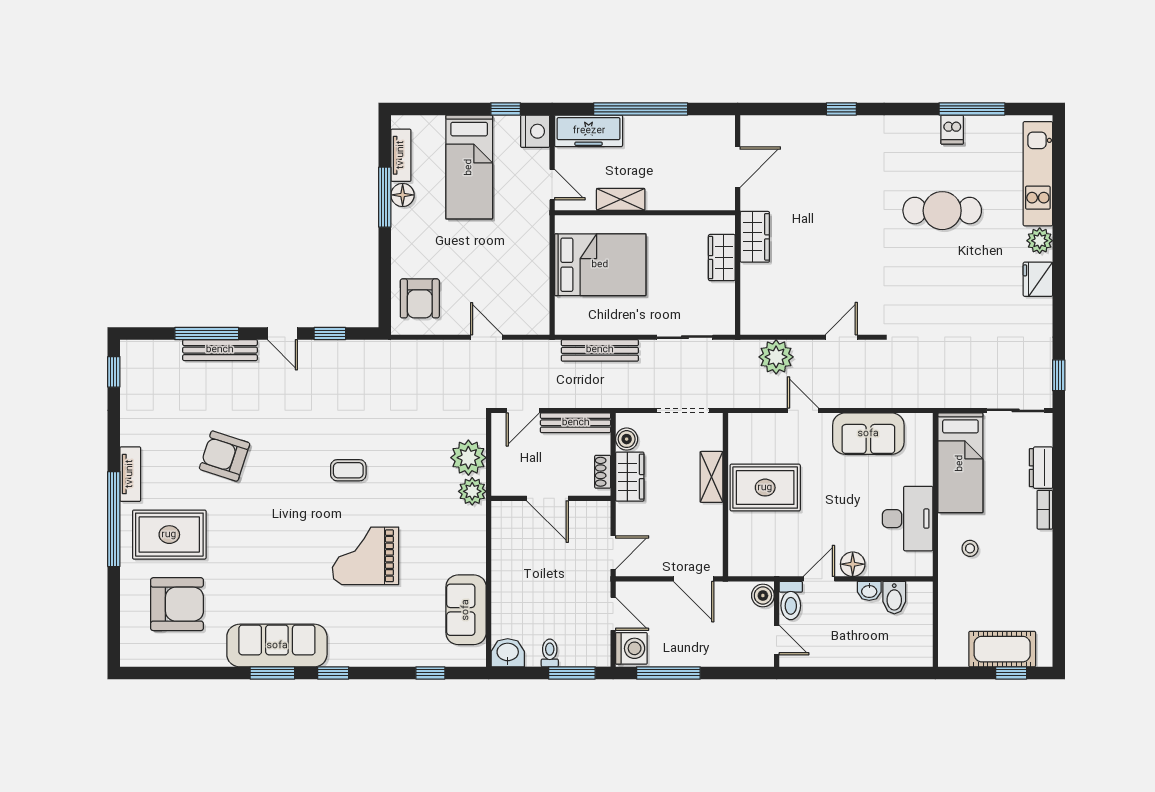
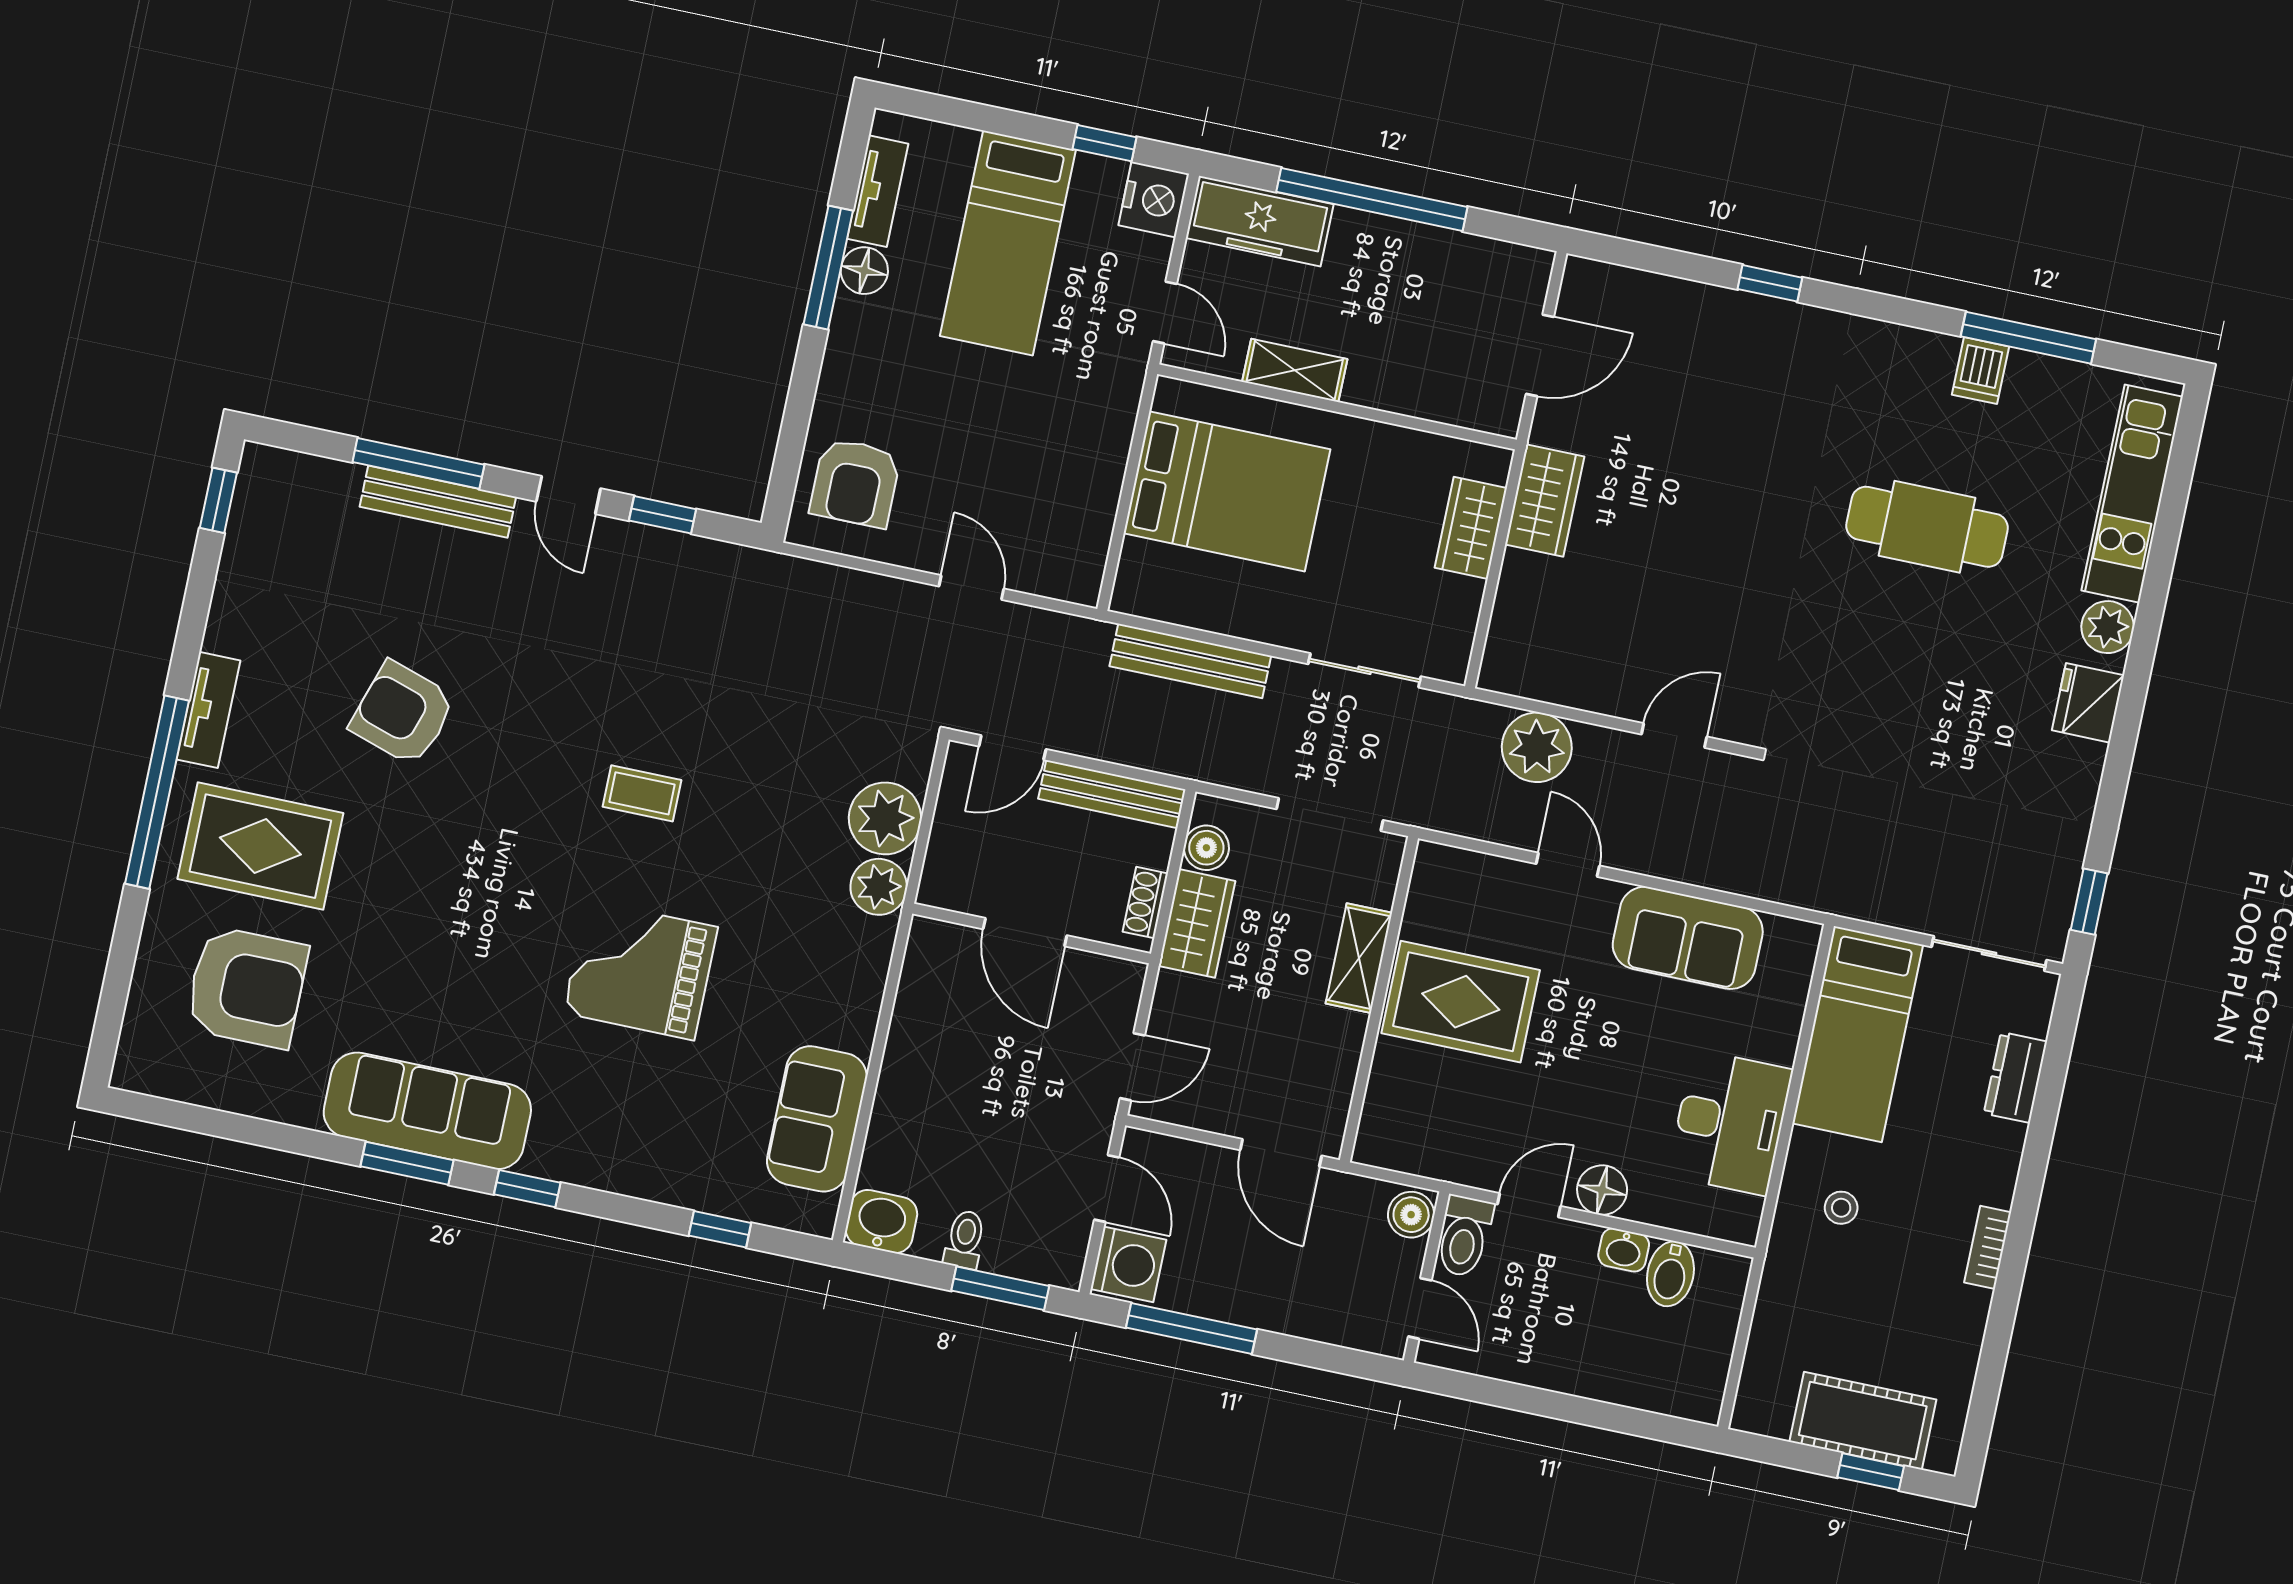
bookcase: (1045, 510) -> (1988, 1247), moved

